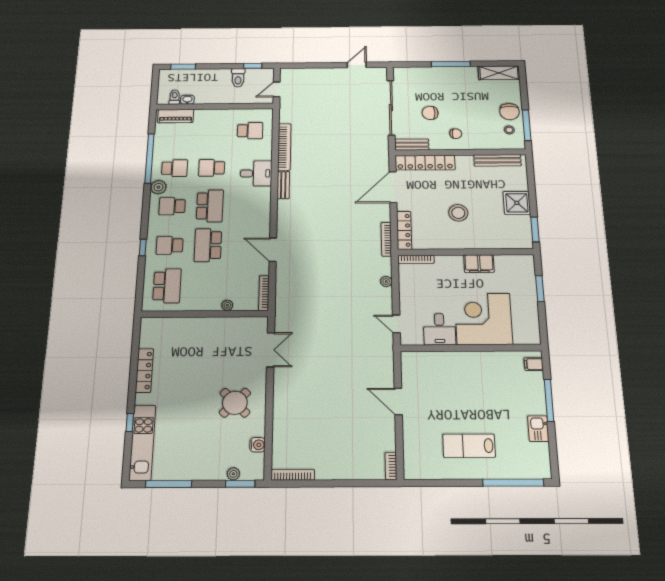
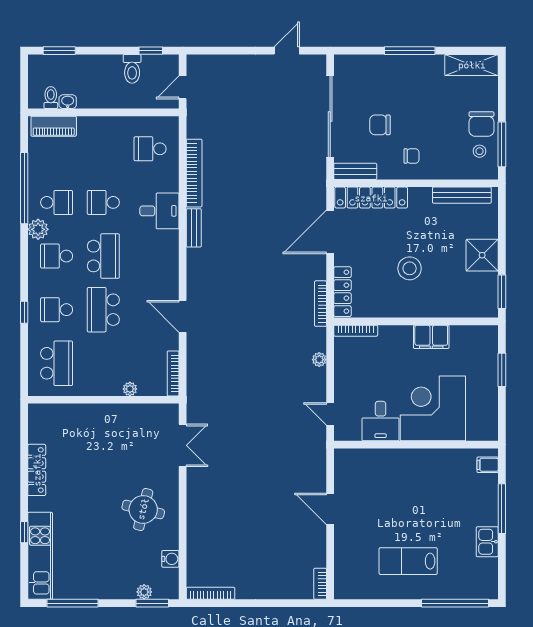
school desk: (250, 131) -> (150, 149), turned 180
round table: (235, 403) -> (143, 509), turned -31

